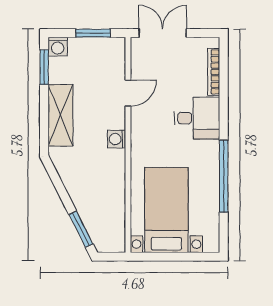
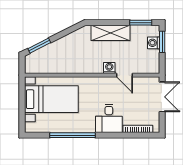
window: (93, 33) -> (162, 42), moved
washing machine: (58, 47) -> (154, 43), moved
washing machine: (117, 139) -> (109, 68), moved

